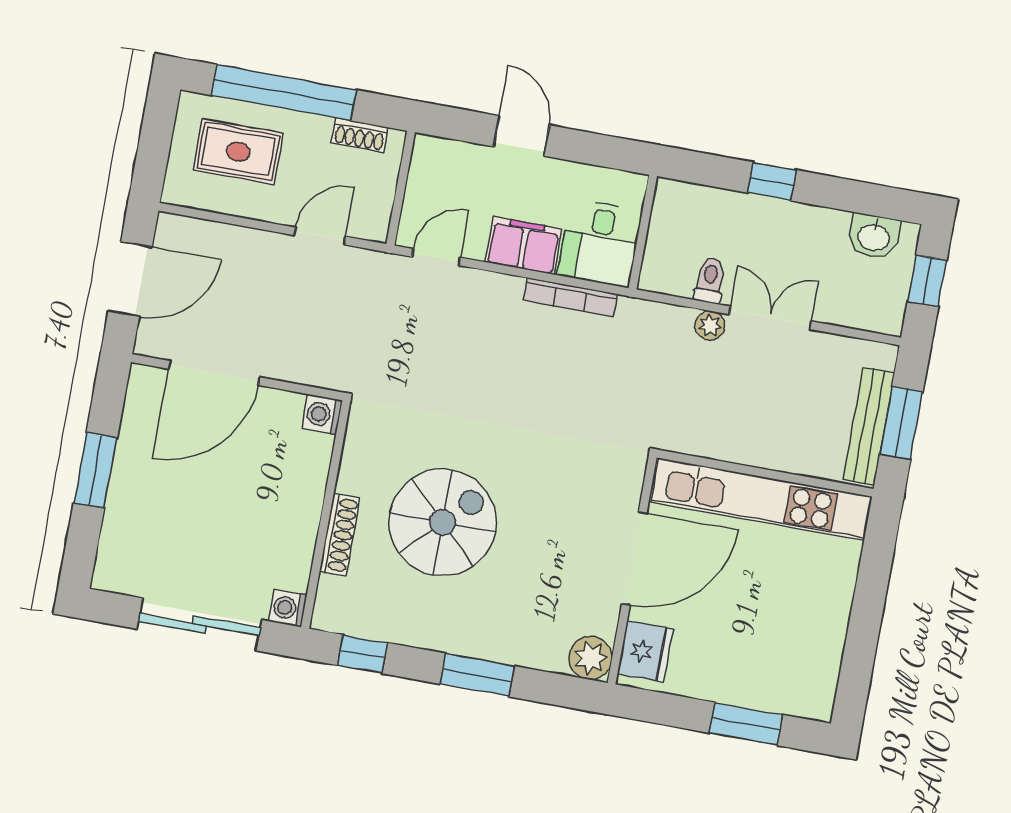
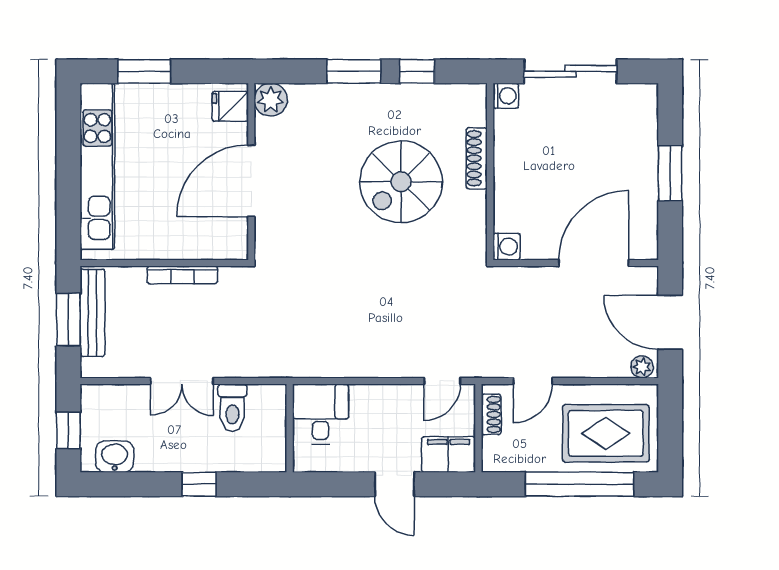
shoe rack: (360, 135) -> (491, 414), moved, turned 90
rug: (238, 152) -> (606, 433), width x1.36, depth x1.43
filing cabinet: (524, 245) -> (449, 455), moved, turned 180
door: (130, 279) -> (670, 322), hinge flipped
toilet: (710, 280) -> (232, 408), width x1.37, depth x1.39
bookcase: (570, 297) -> (182, 275), moved, turned 180
plant: (710, 326) -> (642, 367), moved
kitchen unit: (762, 499) -> (97, 166), moved, turned 90
fridge: (645, 651) -> (230, 106), width x0.72
window: (362, 654) -> (417, 71), moved

